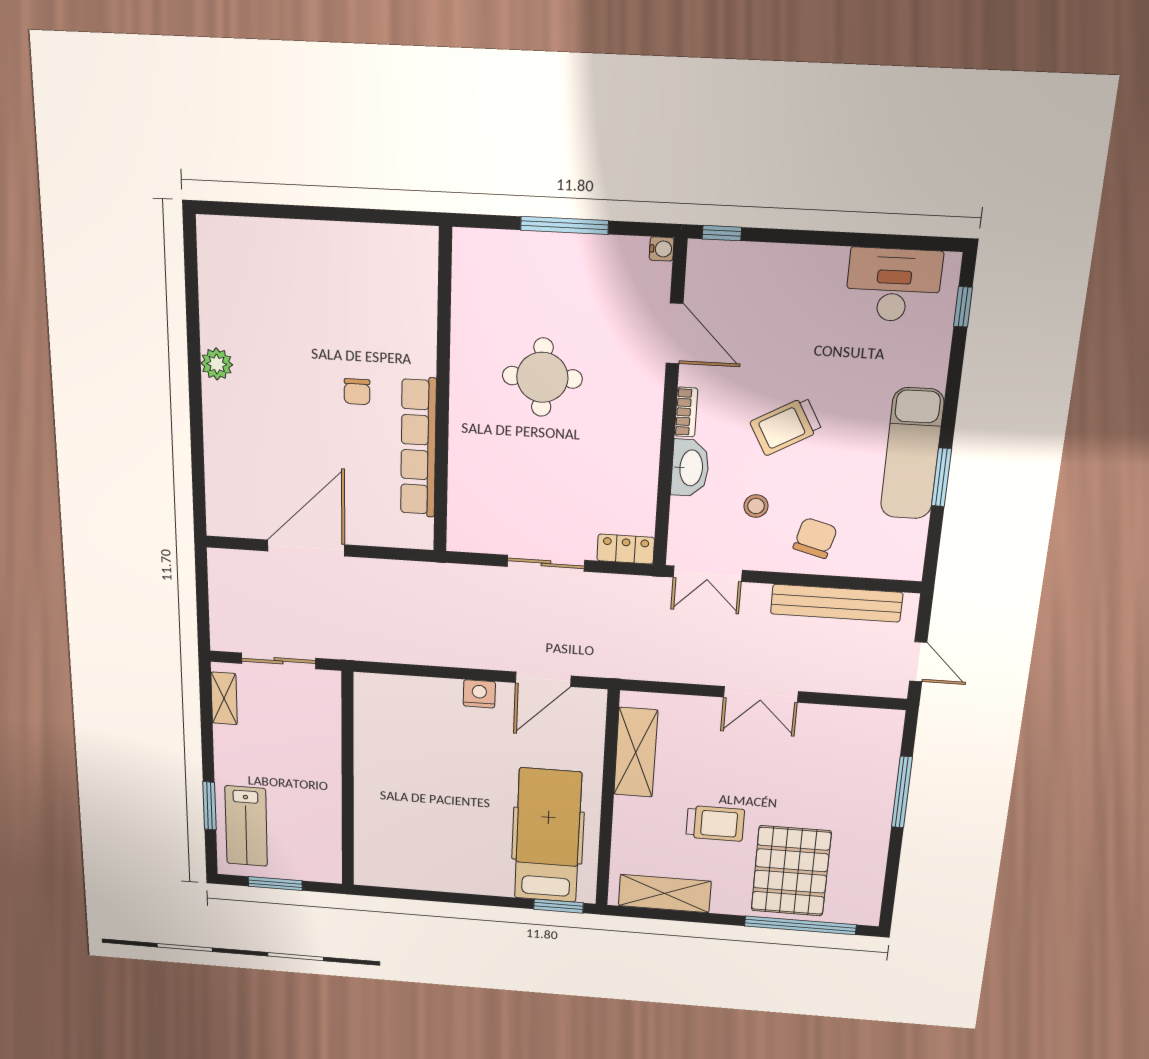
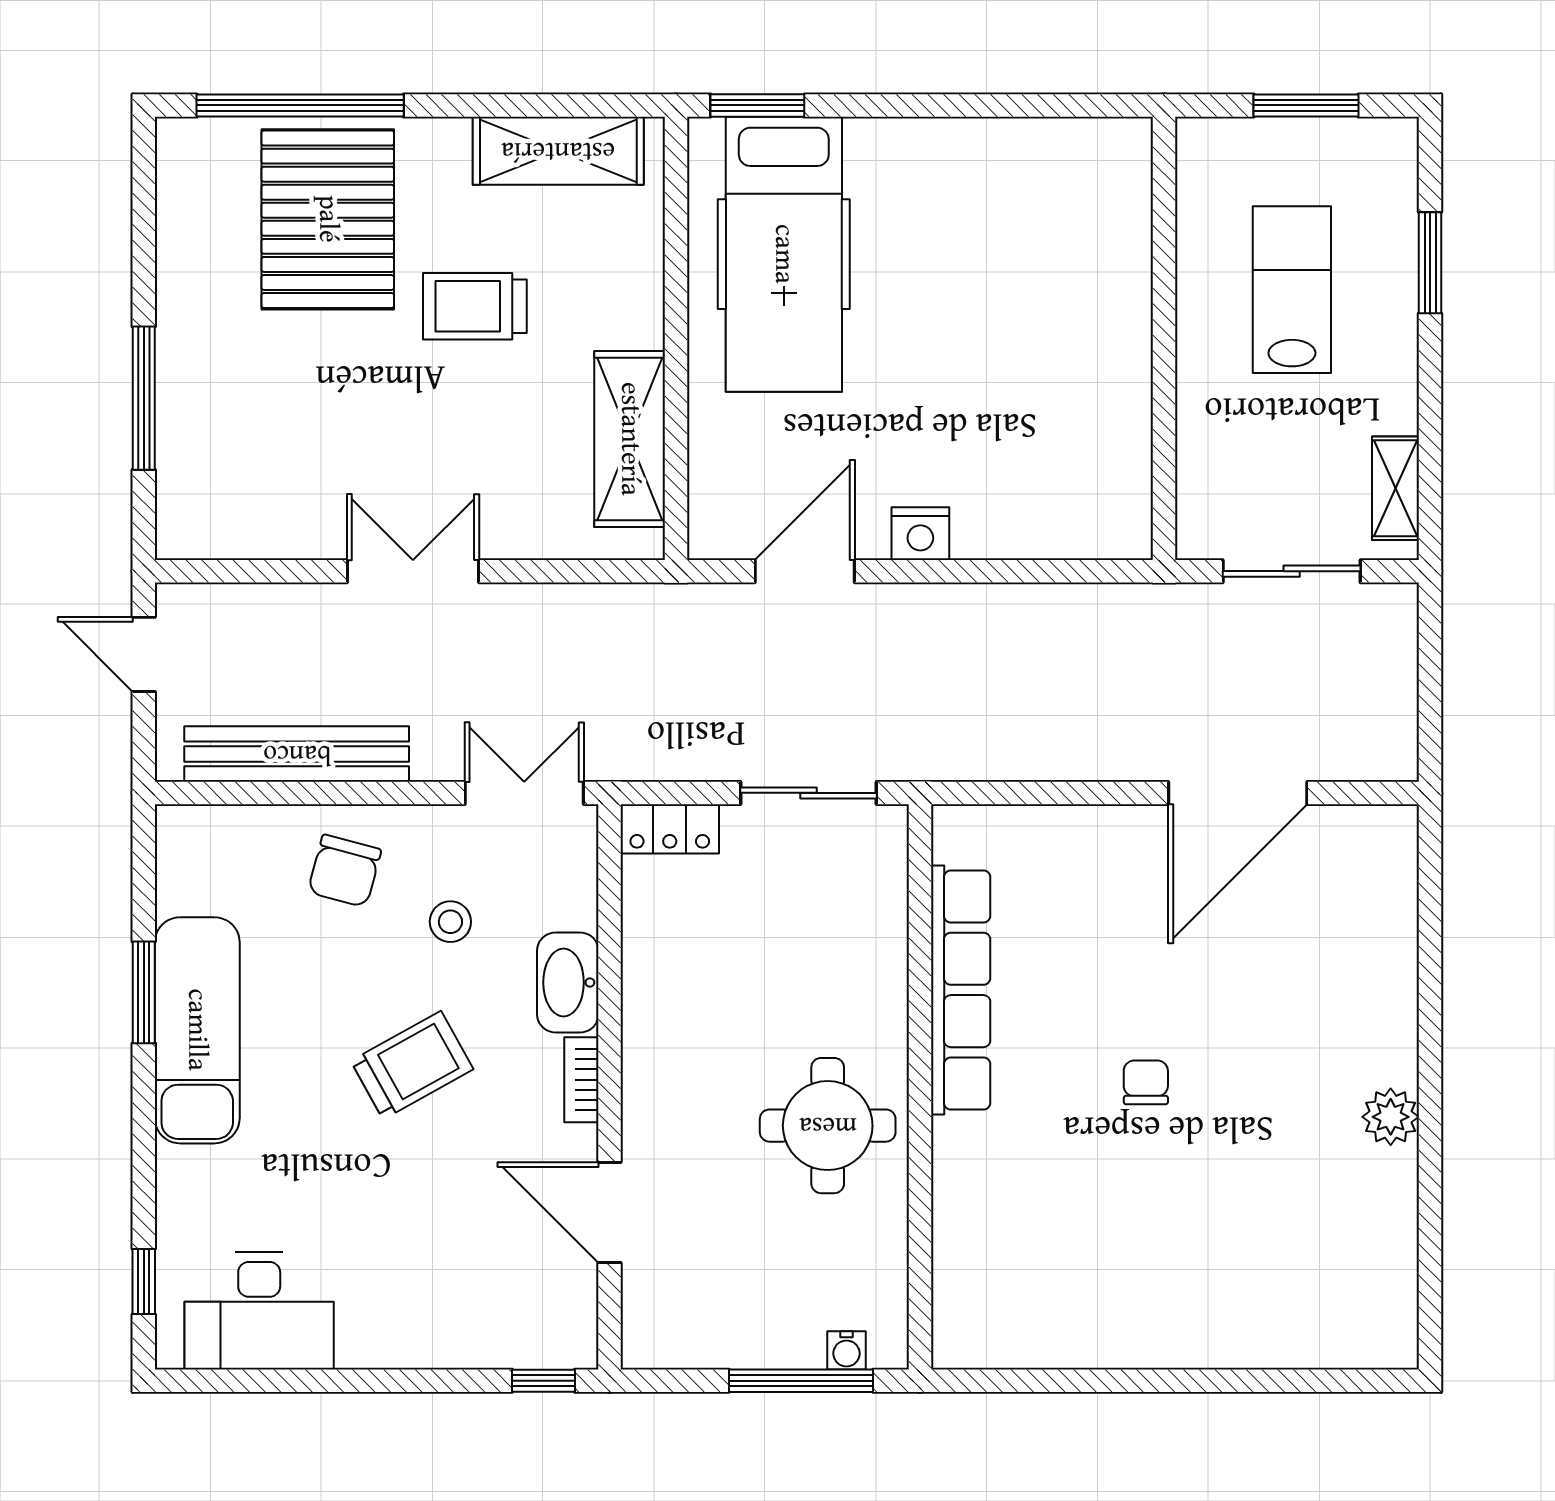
water cooler: (662, 249) -> (846, 1350), moved, turned -90
wall: (443, 394) -> (920, 1087), moved
row of seats: (418, 447) -> (961, 990), moved
lab bench: (246, 826) -> (1292, 290), moved

